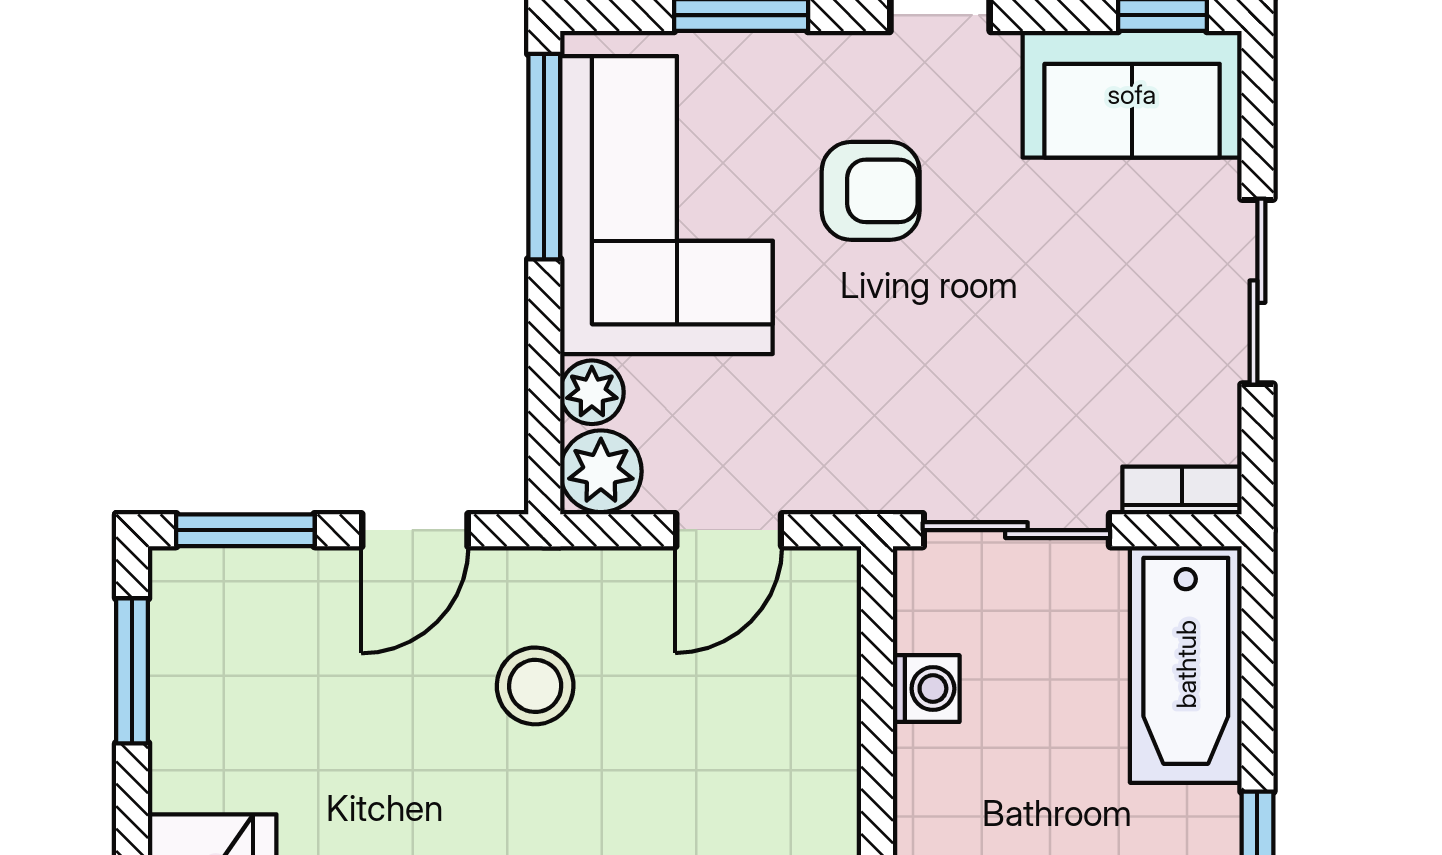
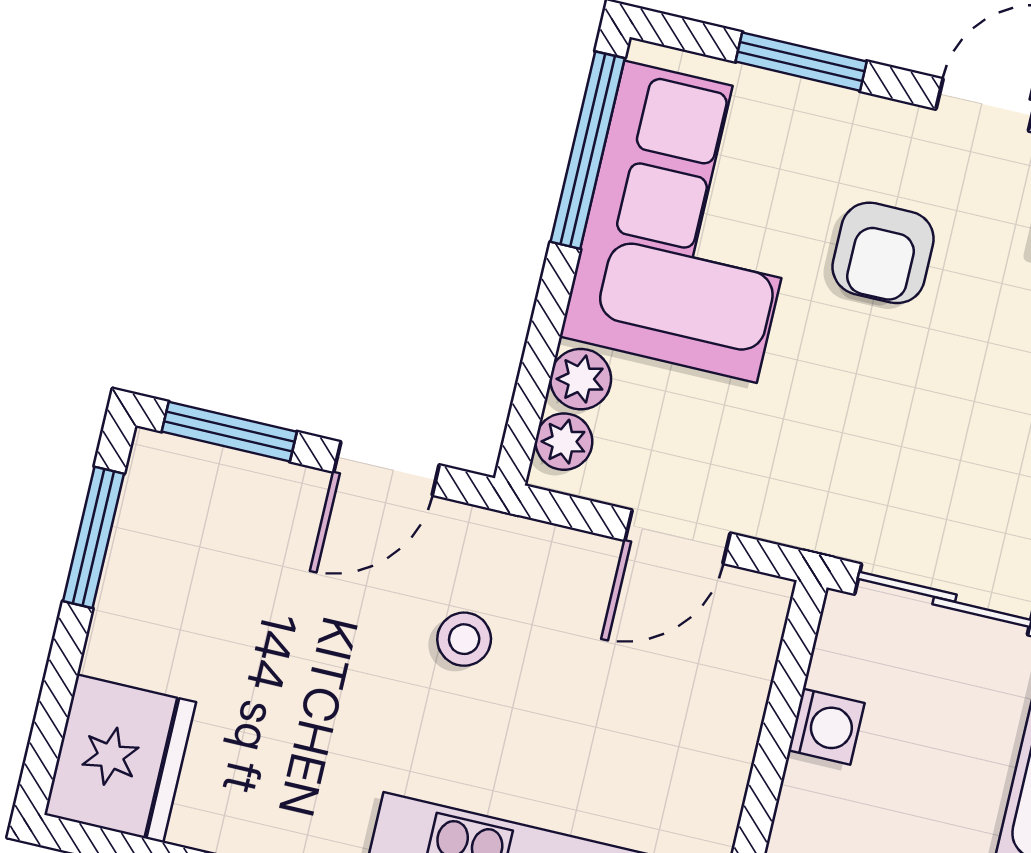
armchair: (871, 191) -> (883, 253), turned 90
plant: (601, 471) -> (564, 442), width x0.73, depth x0.73
stool: (535, 686) -> (464, 639), width x0.73, depth x0.73

